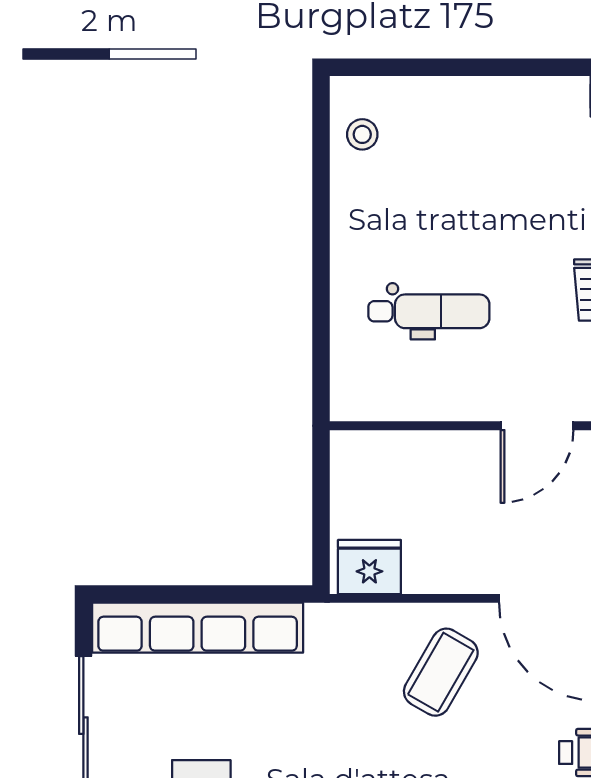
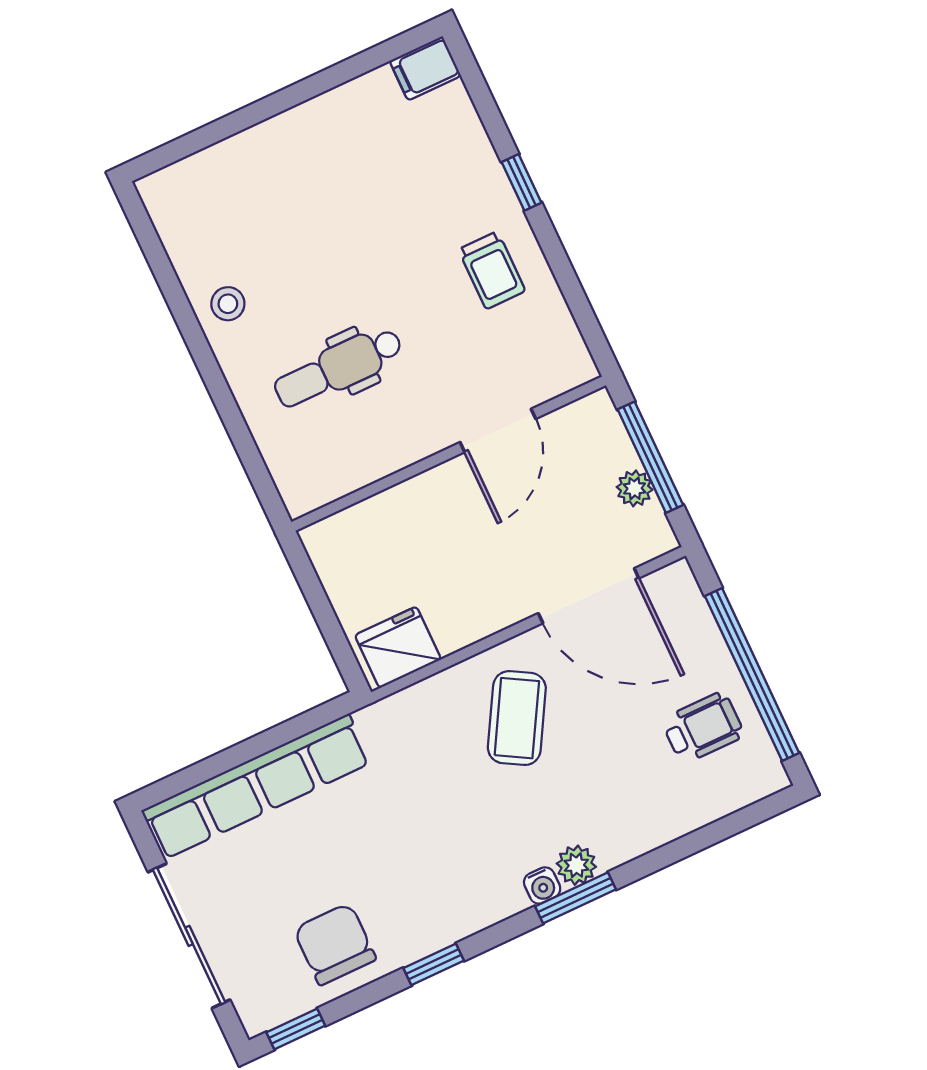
stool: (362, 134) -> (228, 304), moved
dental chair: (429, 311) -> (338, 368), turned 180

